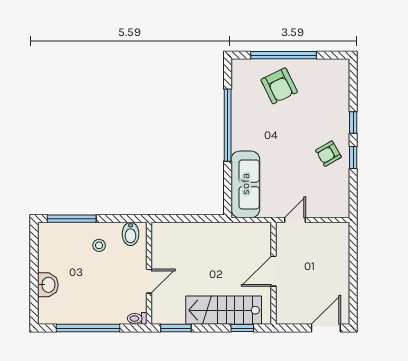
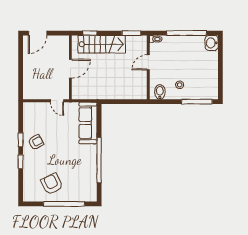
armchair: (279, 86) -> (52, 184), moved
door: (295, 220) -> (57, 101), hinge flipped
washbasin: (48, 285) -> (212, 43), moved

